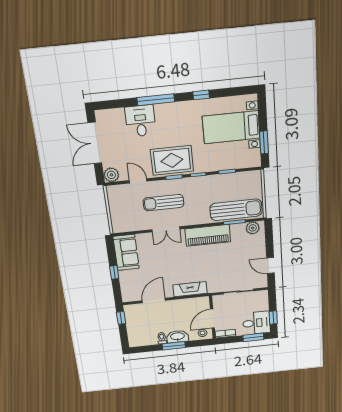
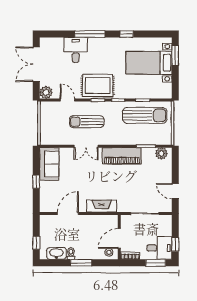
window: (264, 142) -> (175, 55), moved
sun lounger: (236, 210) -> (145, 115), moved
window: (121, 318) -> (36, 243), moved
washbasin: (177, 337) -> (56, 253), moved

